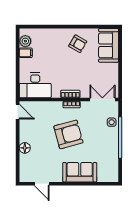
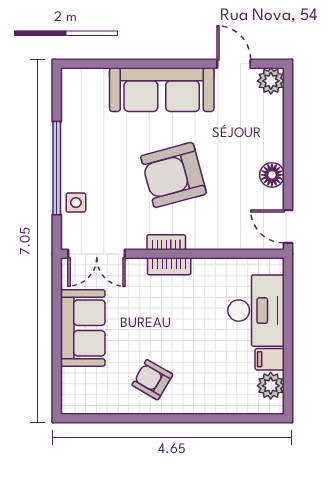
sofa: (109, 45) -> (83, 328), moved
desk: (35, 85) -> (256, 311), moved, turned 90
floor lamp: (25, 148) -> (272, 175), moved
sofa: (80, 172) -> (162, 90), width x1.36
plant: (25, 176) -> (271, 81), added

